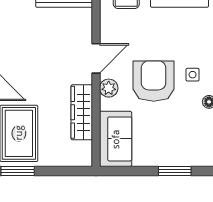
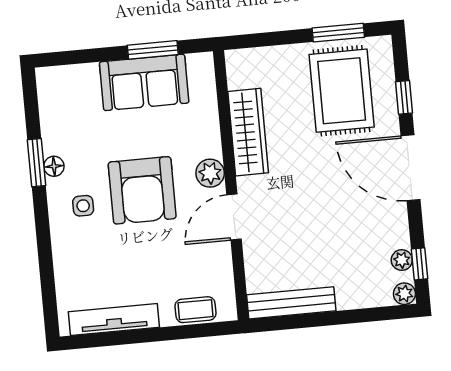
sofa: (116, 139) -> (144, 82), moved, turned -90
window: (175, 171) -> (153, 50), moved

